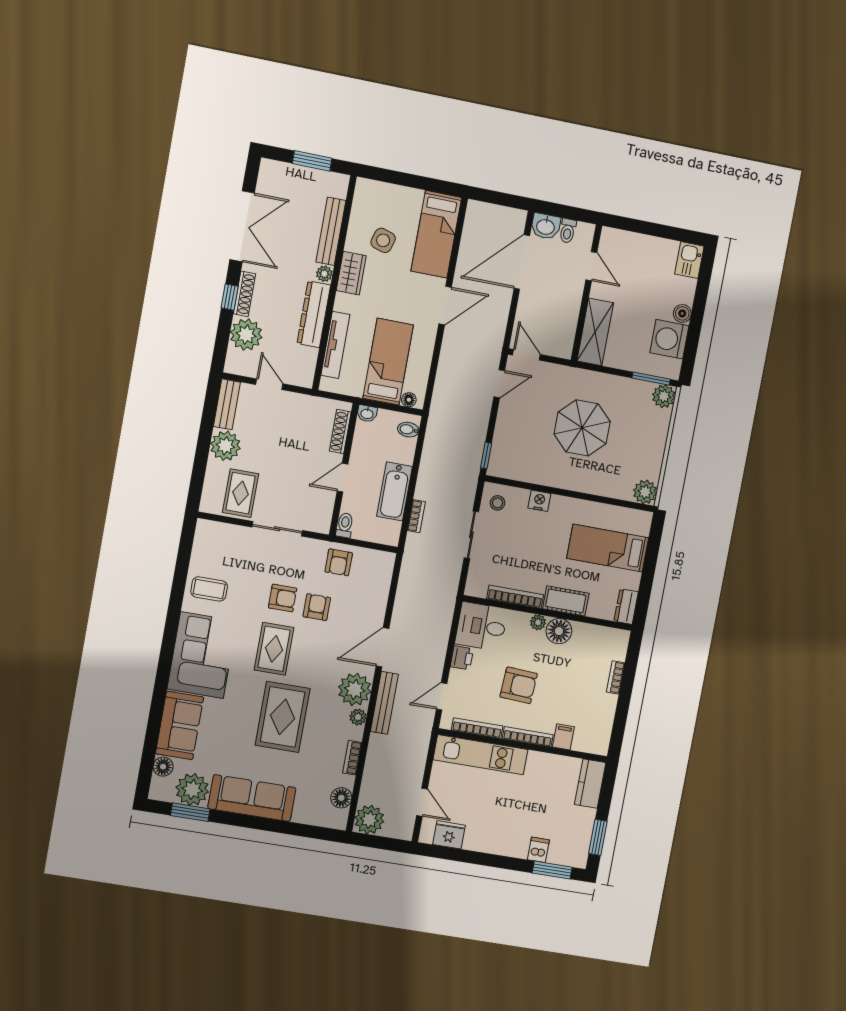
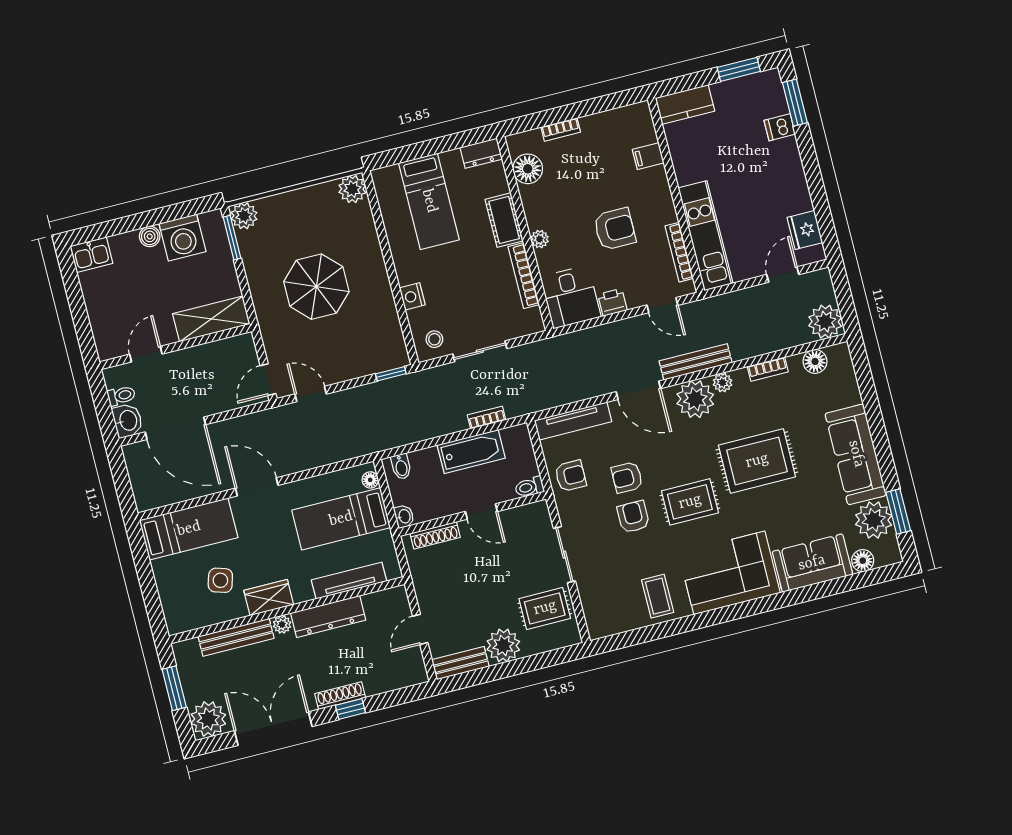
plant: (246, 335) -> (208, 719), moved
tv unit: (382, 584) -> (573, 421), added
floor lamp: (559, 631) -> (528, 169), moved
armchair: (519, 685) -> (615, 229), turned 87
bookcase: (528, 737) -> (665, 194), removed

